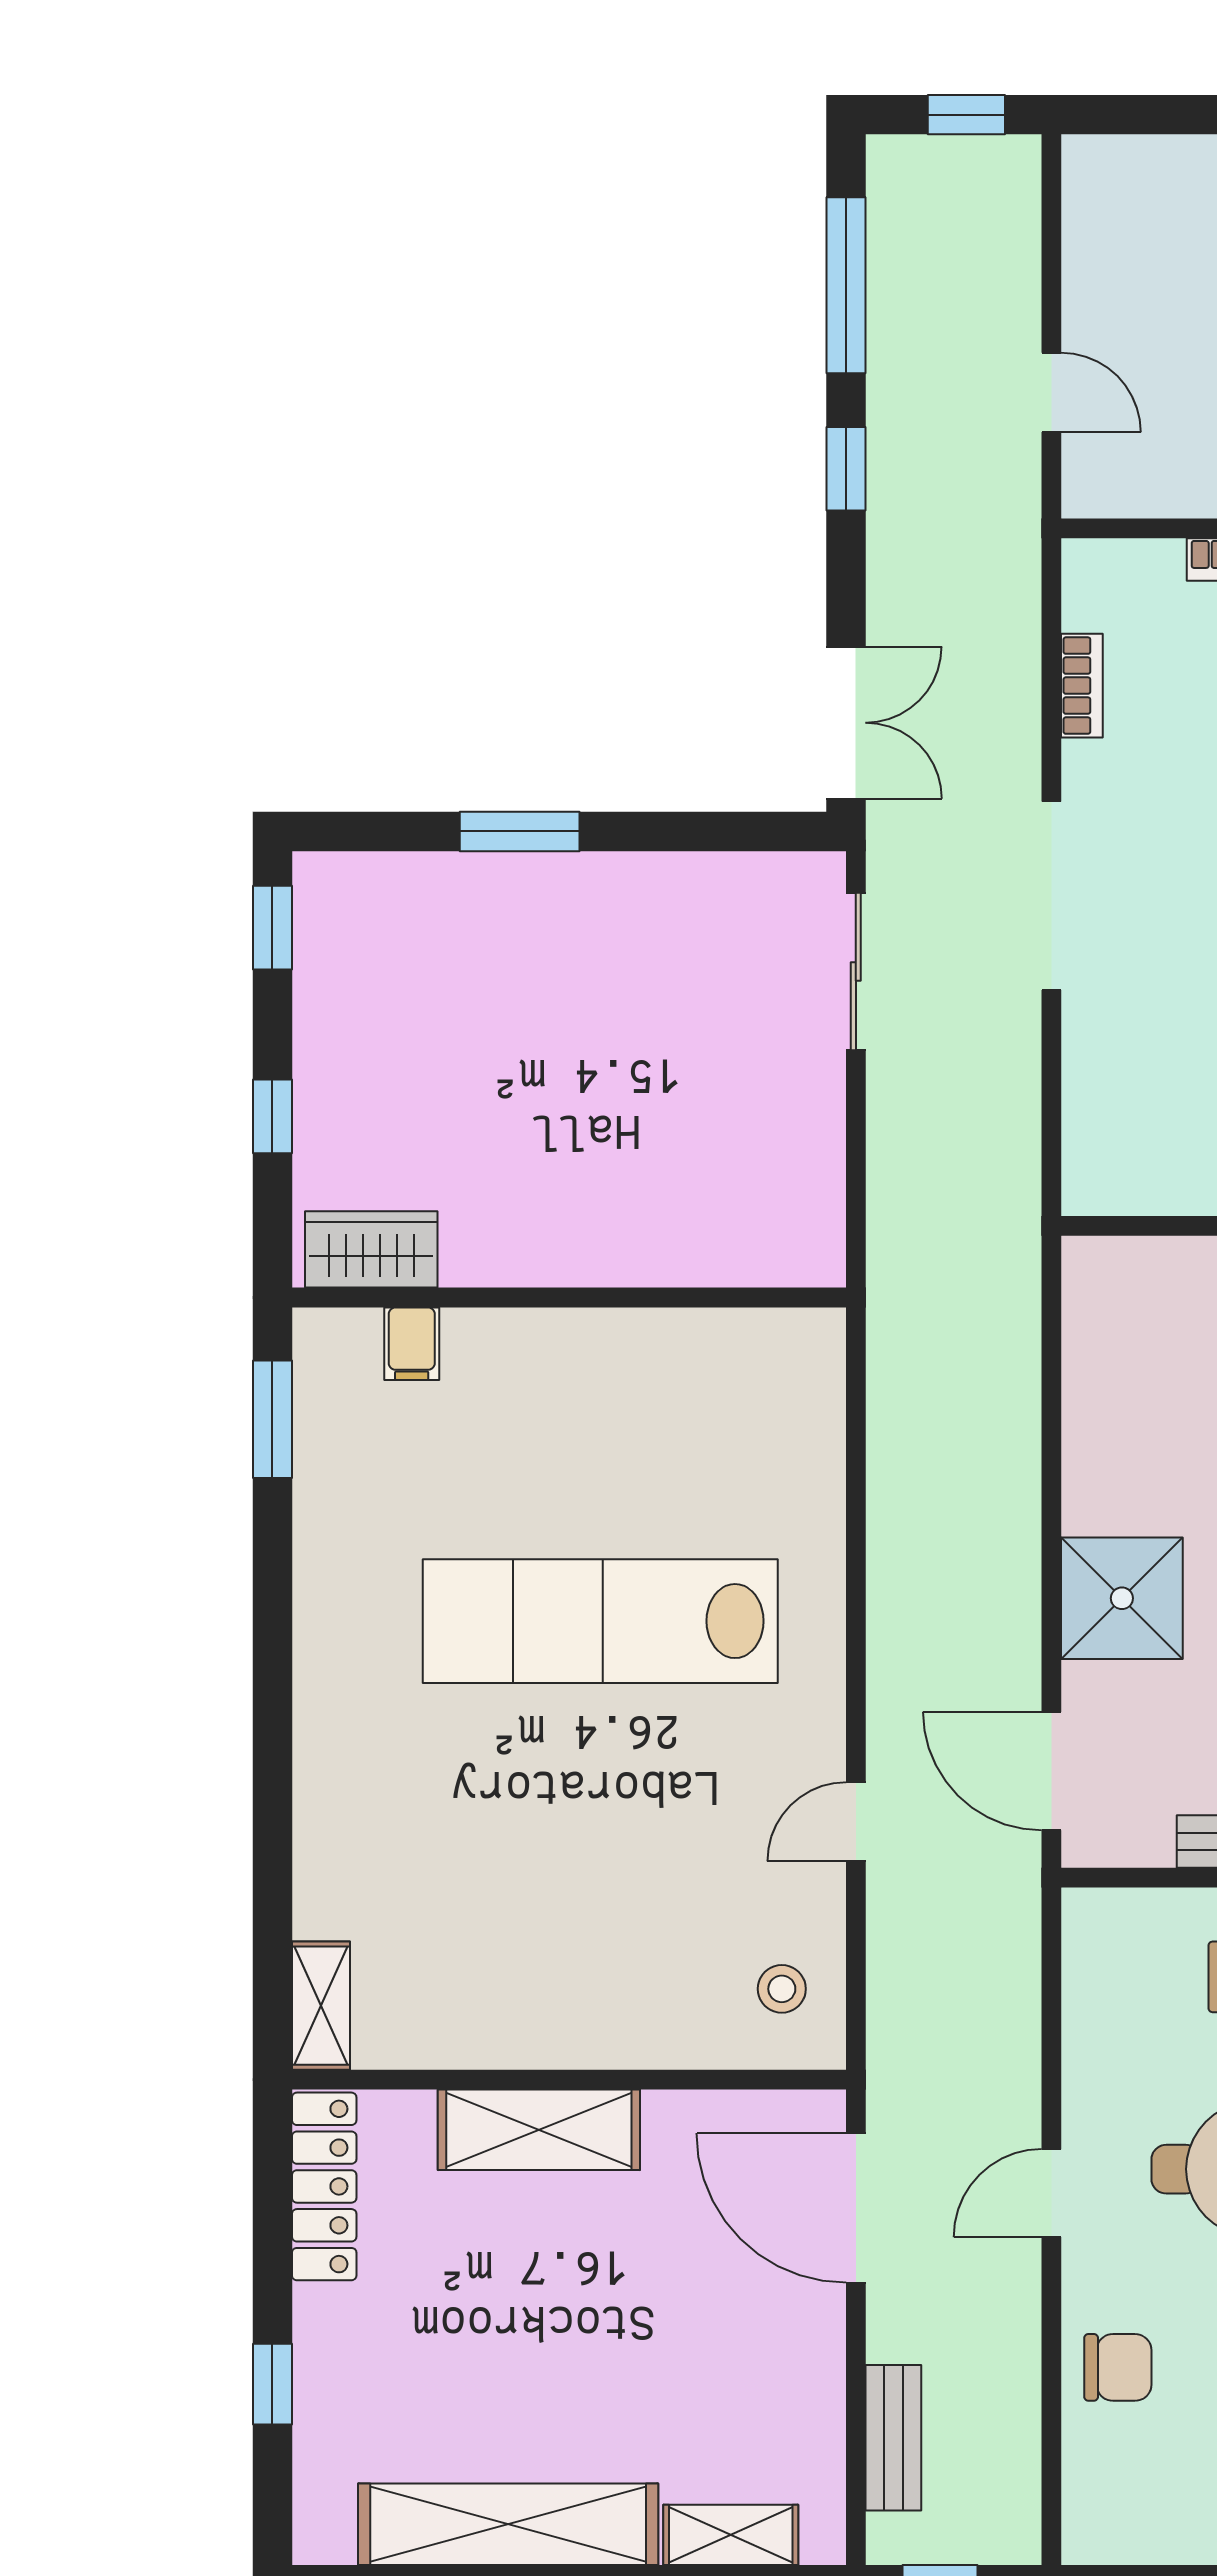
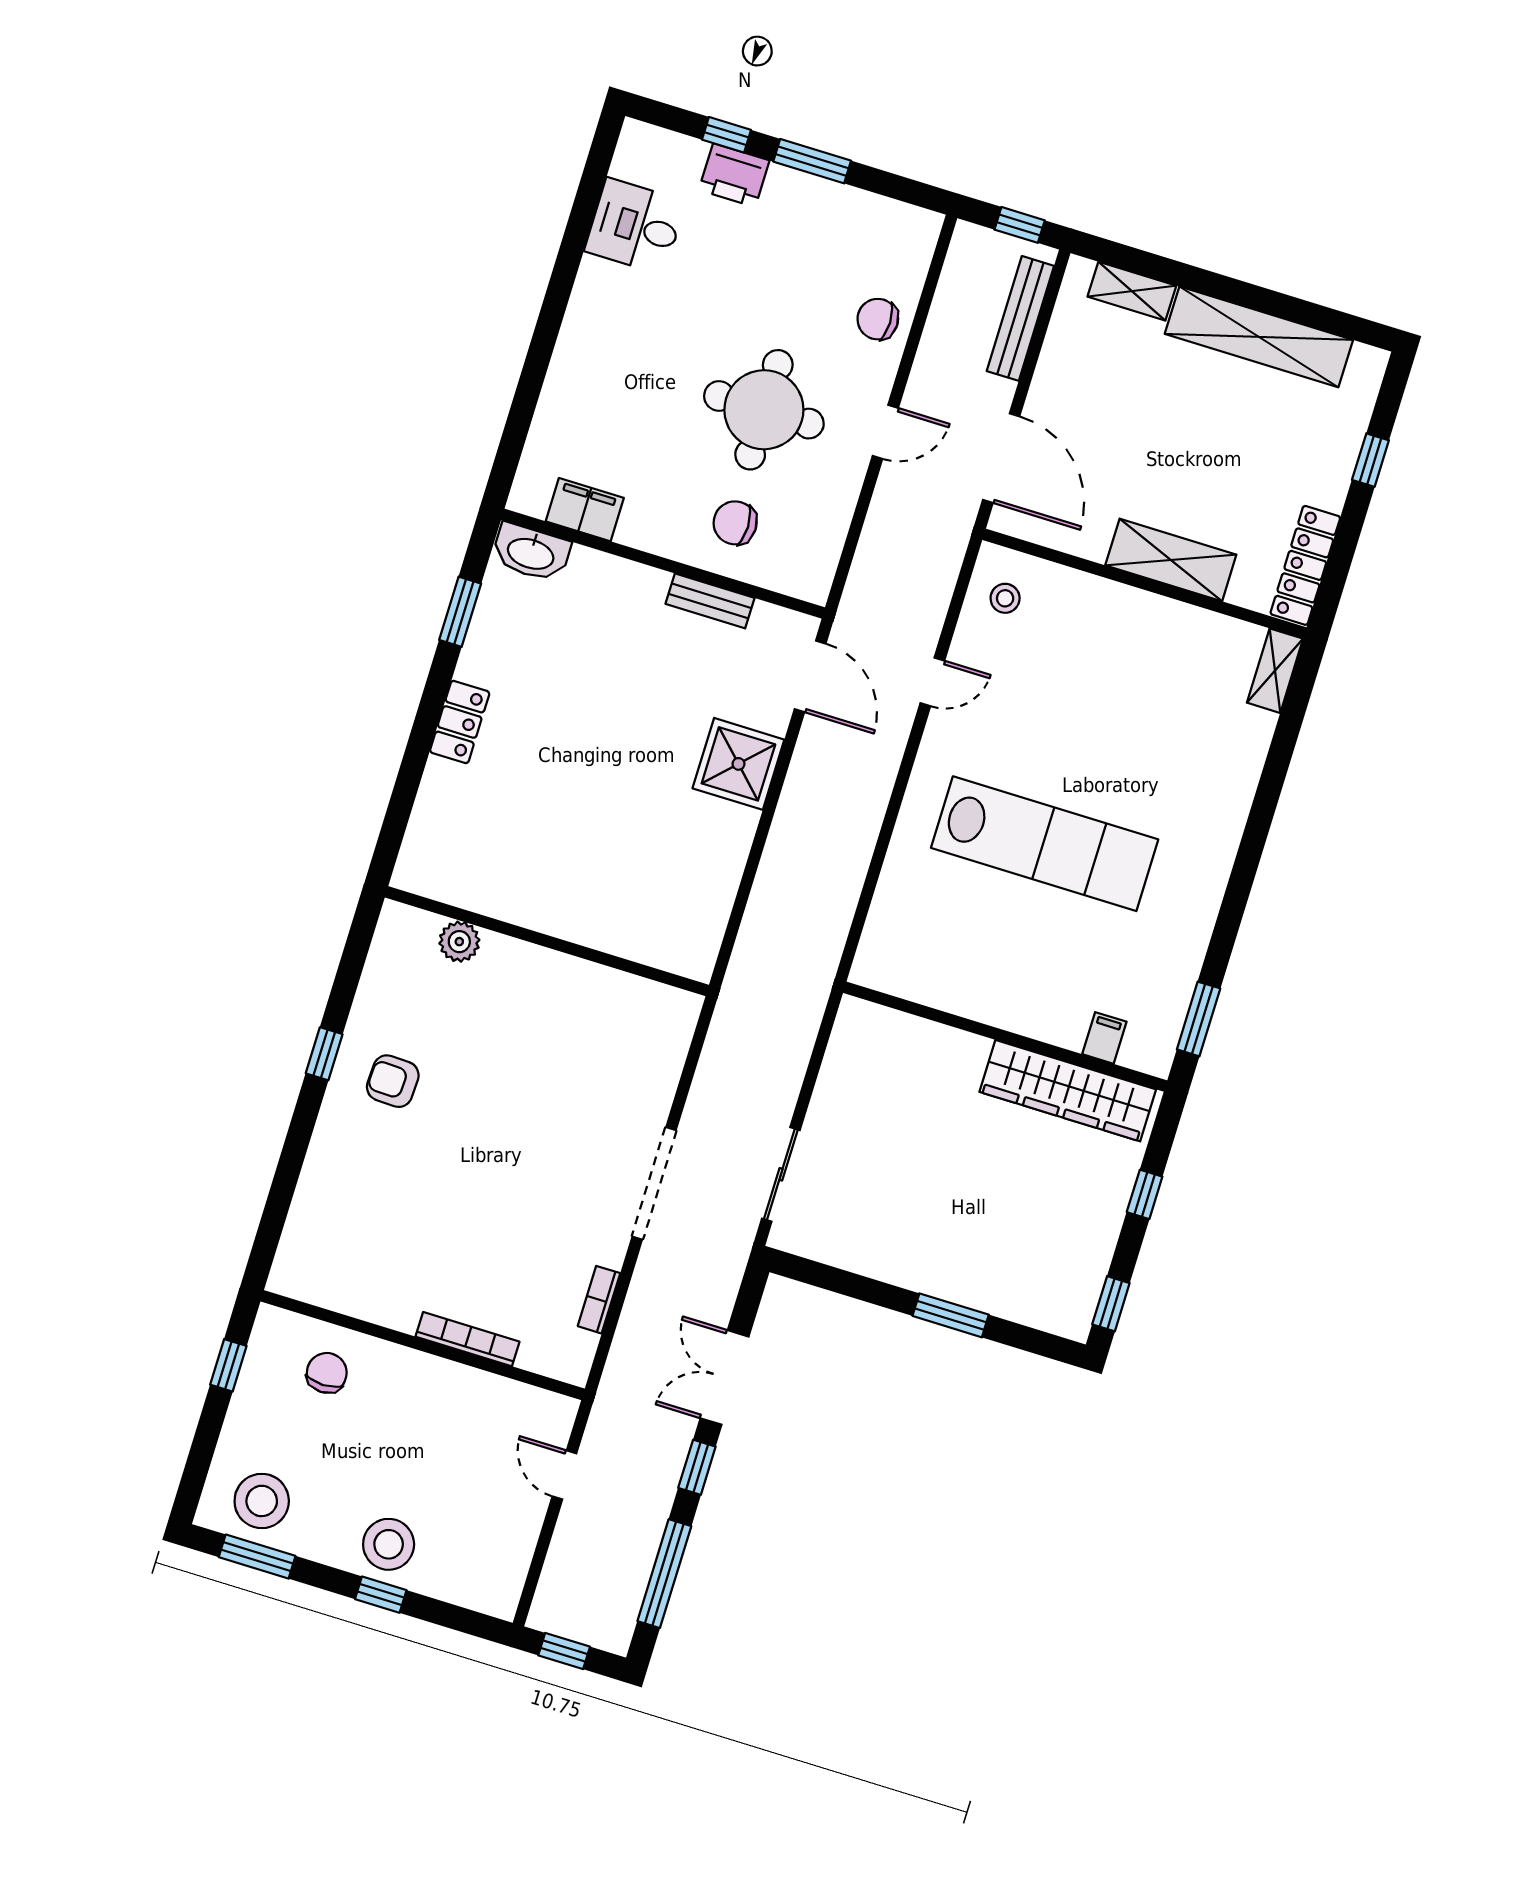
double door: (846, 723) -> (725, 1377), moved
wardrobe: (371, 1249) -> (1068, 1091), width x2.10, depth x1.17
bench: (893, 2438) -> (1020, 318), width x1.36

